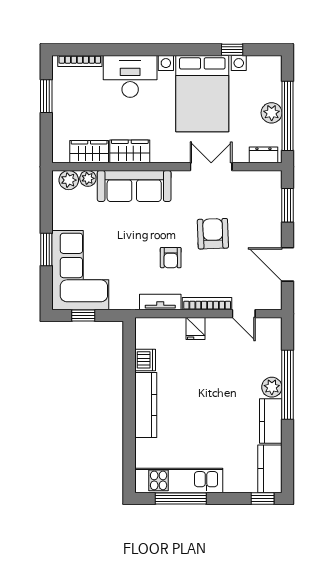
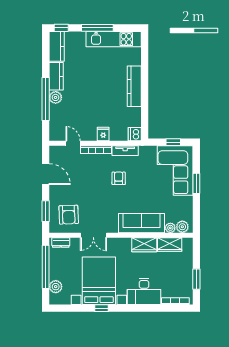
window: (232, 50) -> (102, 308), moved
plant: (272, 113) -> (56, 287), moved
armchair: (213, 234) -> (69, 215), moved
dishwasher: (145, 360) -> (135, 134), moved
window: (181, 498) -> (97, 28), moved

